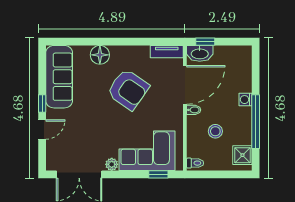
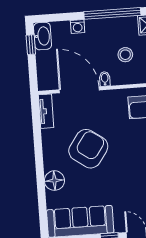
window: (205, 42) -> (31, 45), moved
washbasin: (200, 53) -> (43, 36), moved
washing machine: (246, 100) -> (78, 27), moved

